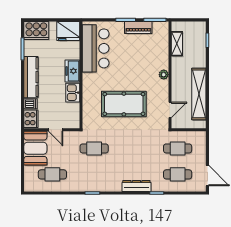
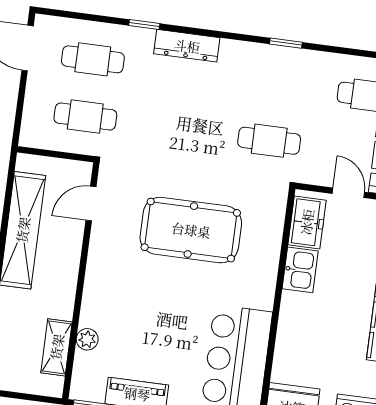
freezer: (72, 71) -> (307, 222), moved
plant: (164, 75) -> (87, 339), moved

